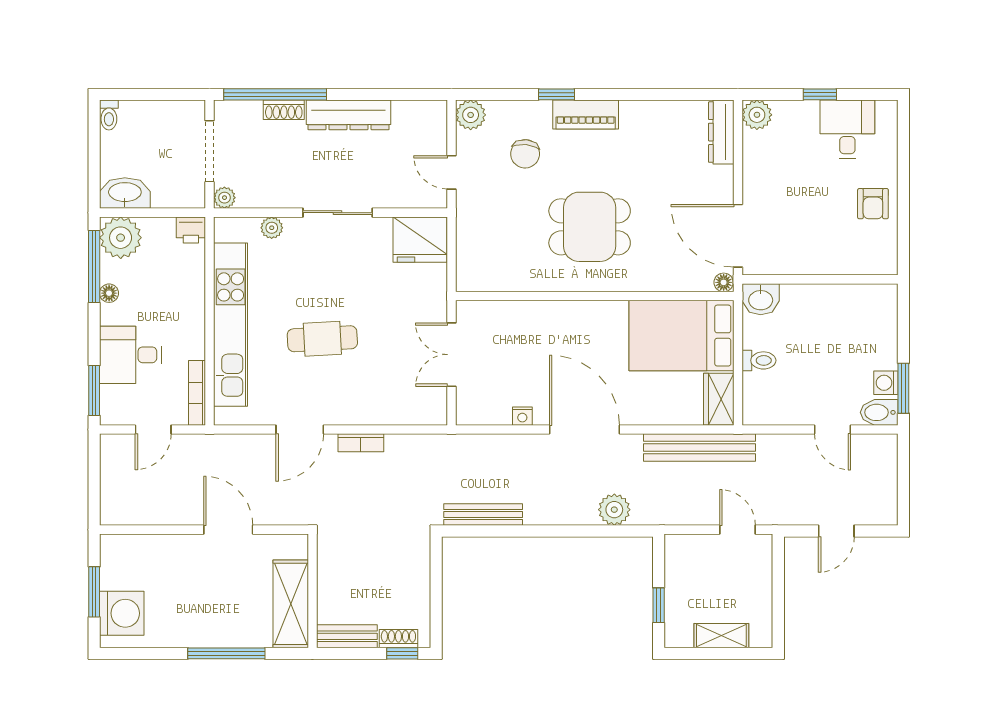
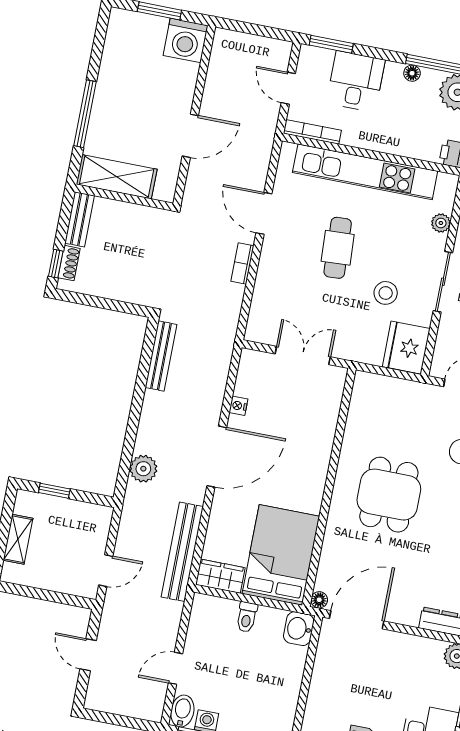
stool: (363, 275) -> (386, 293), added
washing machine: (122, 613) -> (186, 40), moved

